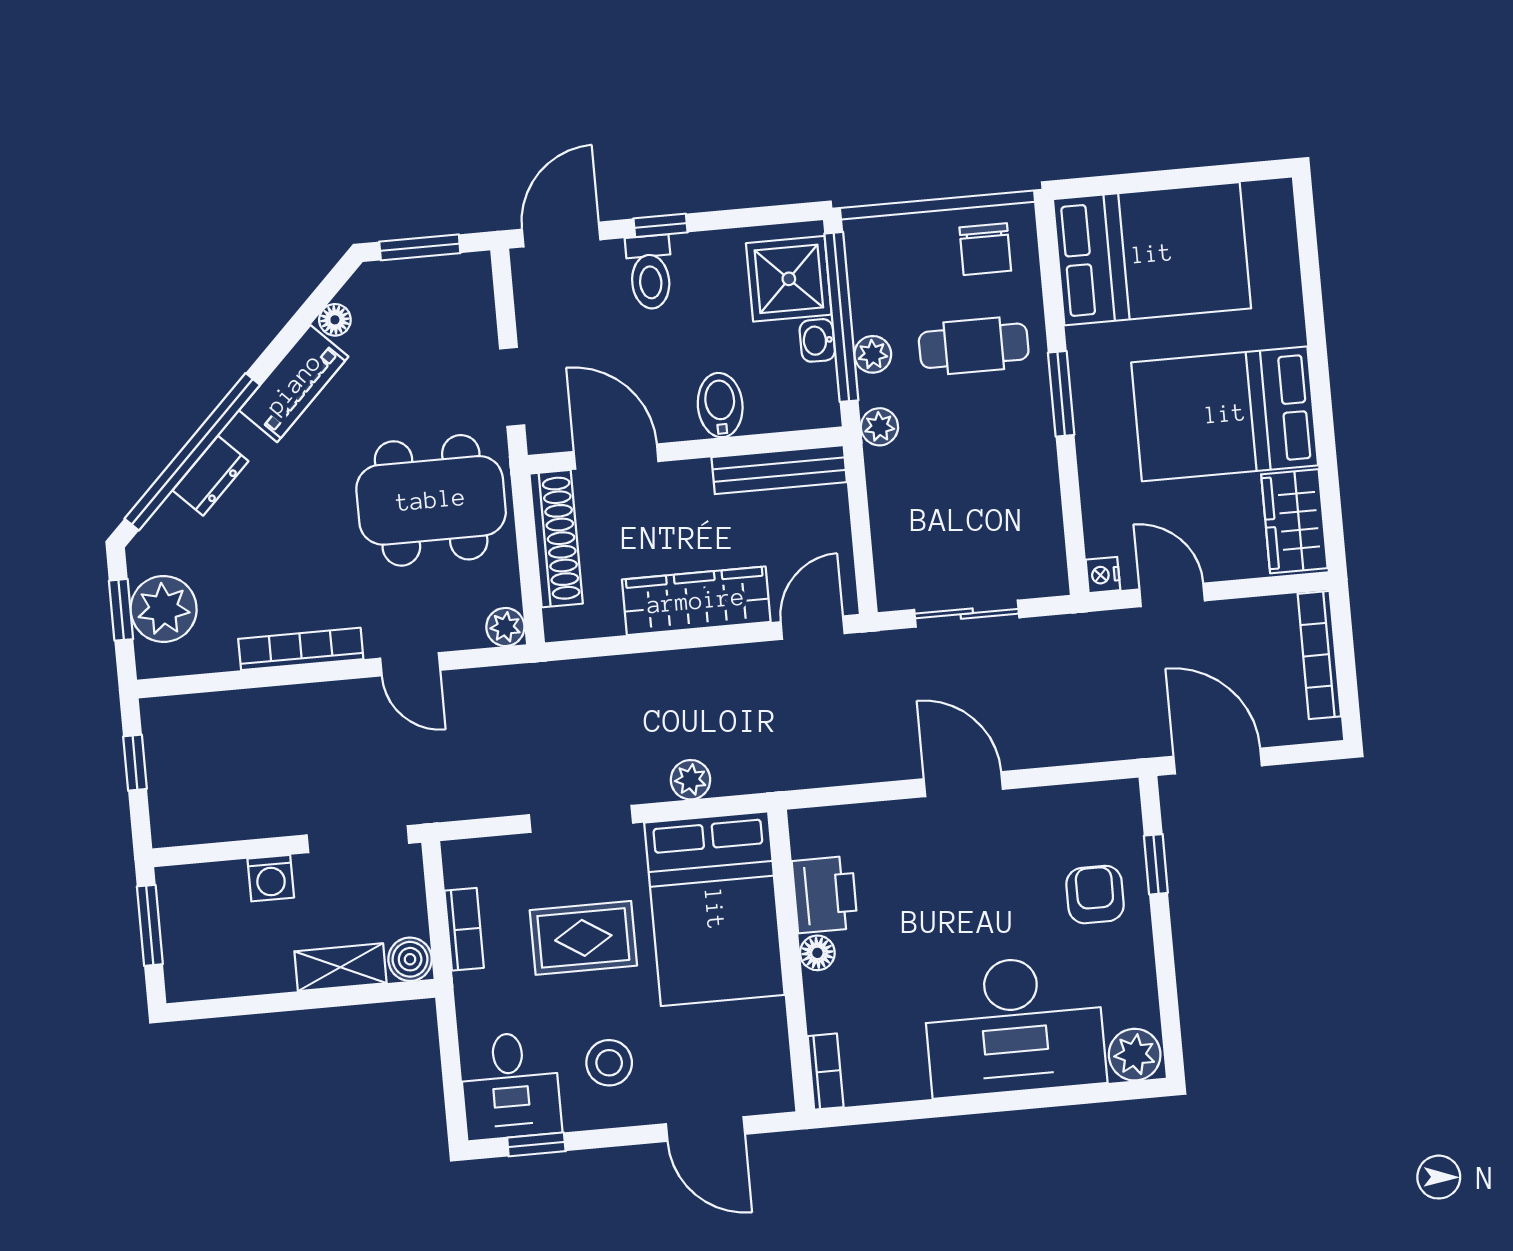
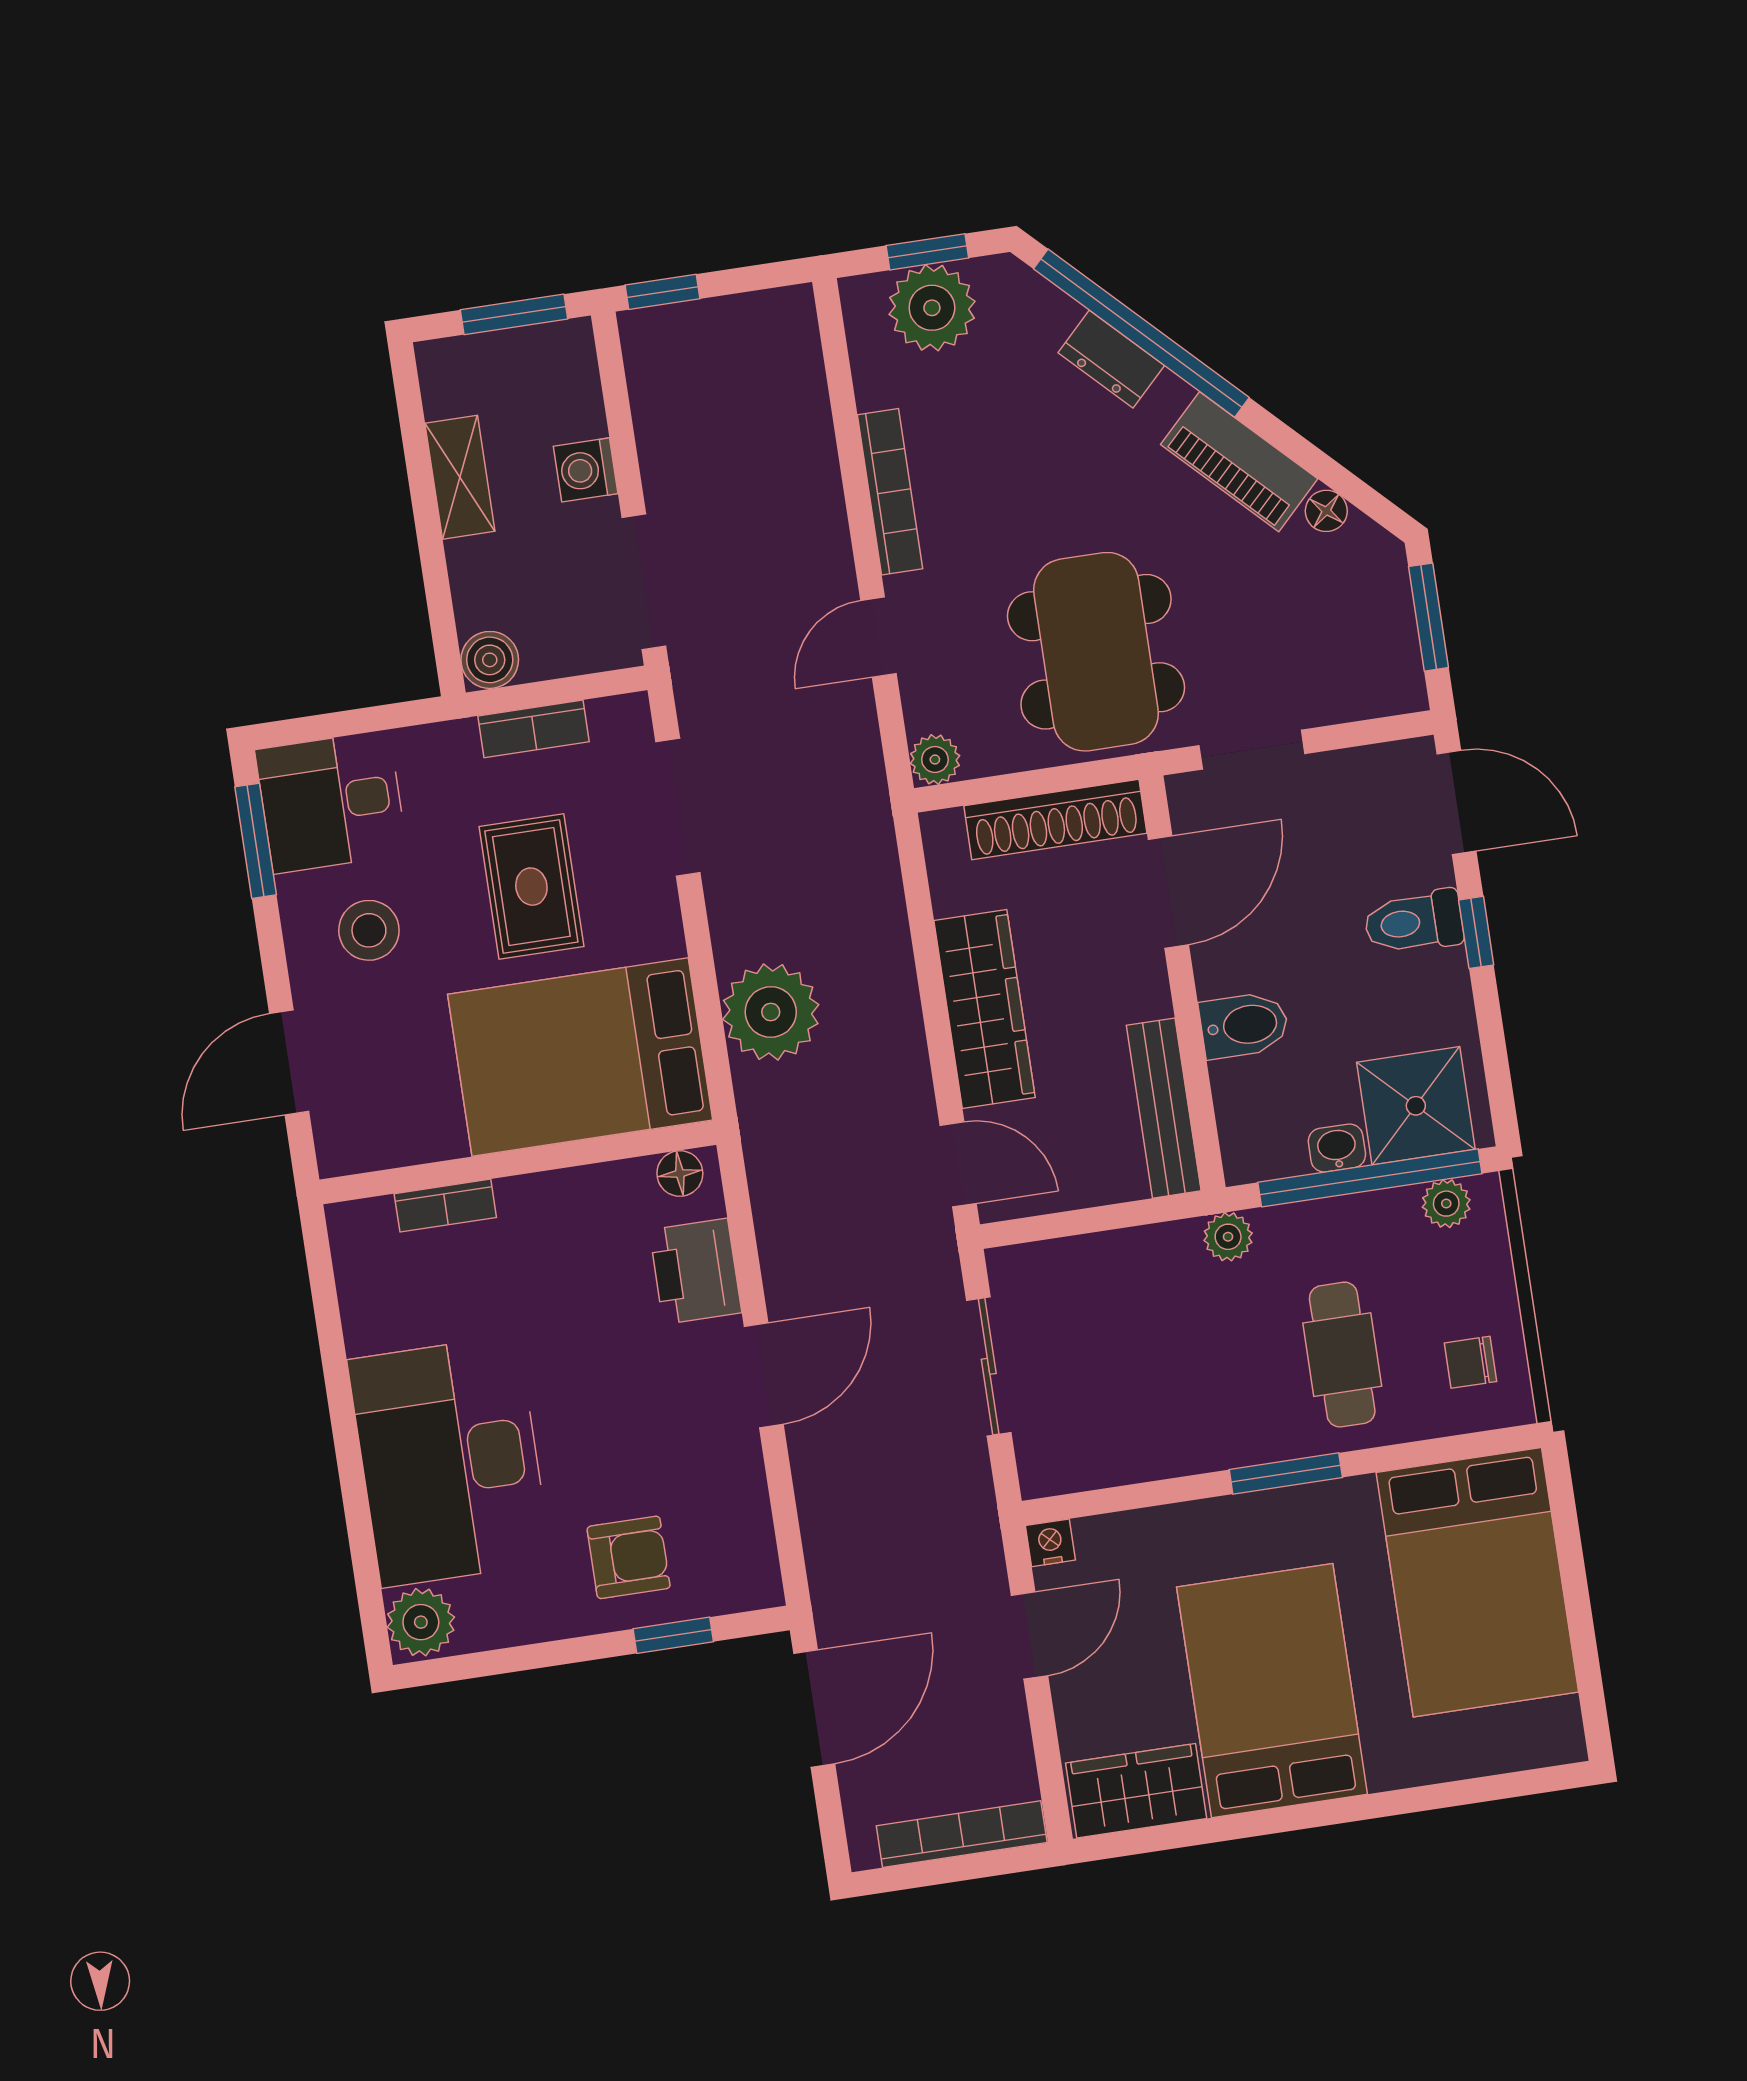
chair: (985, 249) -> (1470, 1362), width x0.73, depth x0.73
plant: (873, 354) -> (1446, 1204), moved
window: (135, 763) -> (663, 292), moved
plant: (691, 780) -> (771, 1012), width x1.88, depth x1.88
doorway: (581, 819) -> (678, 807), moved
printer: (825, 895) -> (695, 1271), moved, turned 90
floor lamp: (817, 953) -> (680, 1173), moved
shelving: (340, 967) -> (460, 477), moved
bookcase: (826, 1072) -> (445, 1206), moved
window: (536, 1144) -> (256, 841), width x1.50

